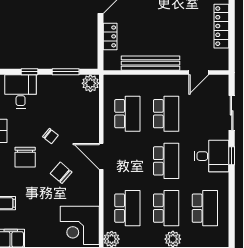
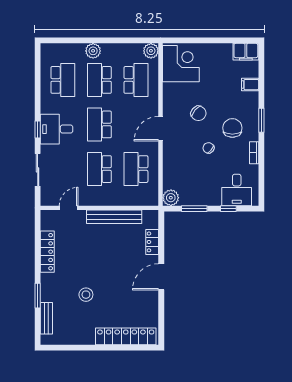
door: (101, 156) -> (161, 129), swing flipped
school desk: (127, 208) -> (136, 80), turned 180
school desk: (205, 208) -> (63, 80), turned 180

